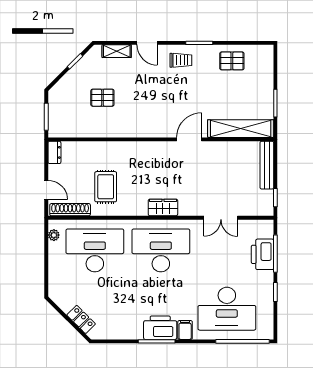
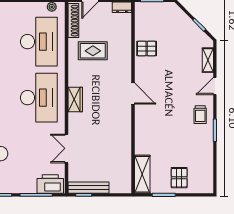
pallet: (232, 61) -> (179, 178), moved
pallet: (102, 98) -> (147, 48), moved, turned 90
shelving: (241, 129) -> (142, 174), width x0.68
door: (189, 139) -> (133, 93), moved
bench: (267, 165) -> (88, 188), moved
printer: (263, 254) -> (50, 184), moved

